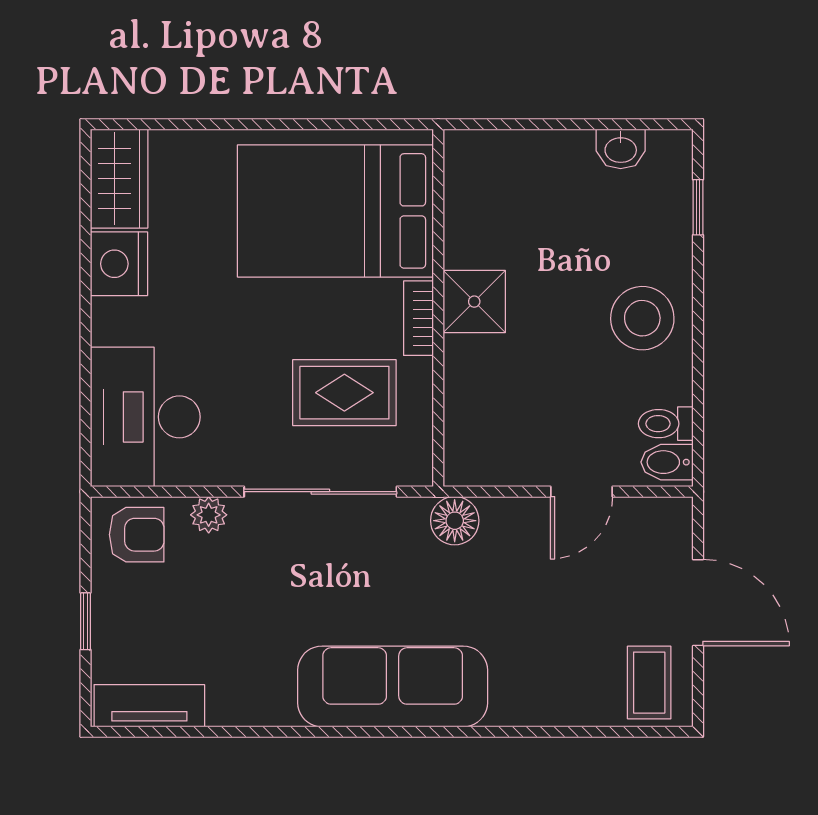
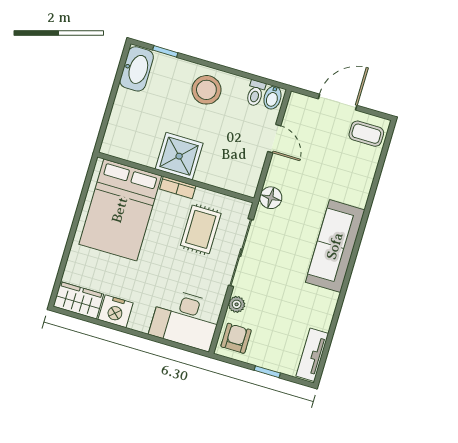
washbasin: (621, 149) -> (137, 69), width x1.91, depth x1.45
shower: (474, 302) -> (179, 156), width x1.36, depth x1.36

